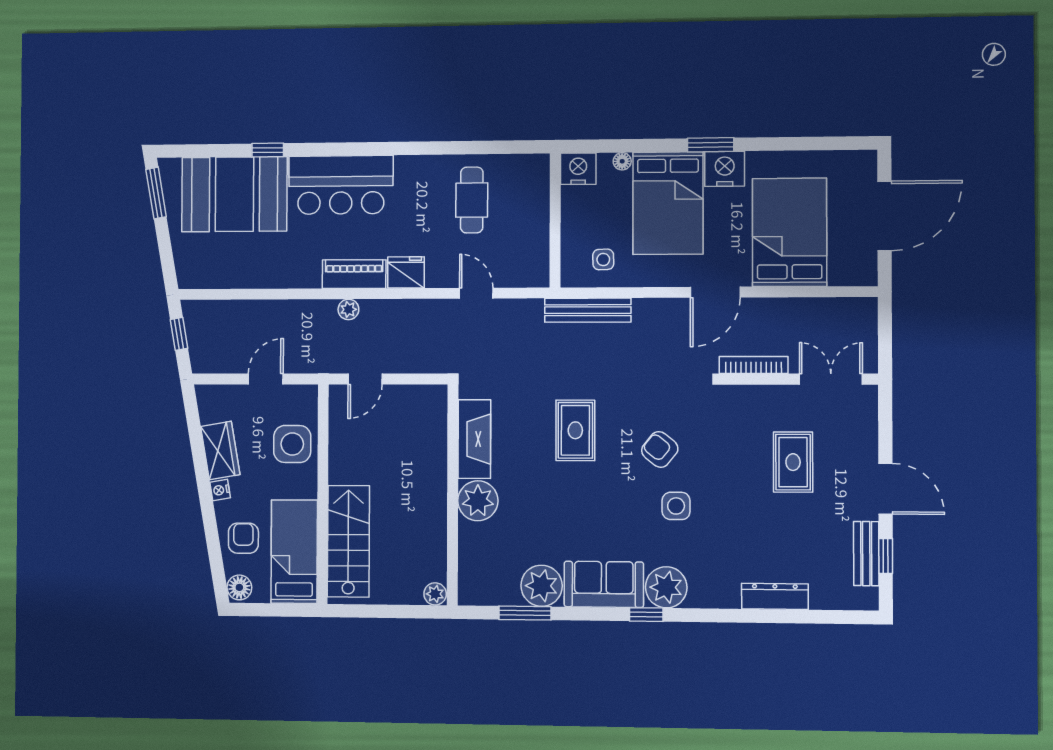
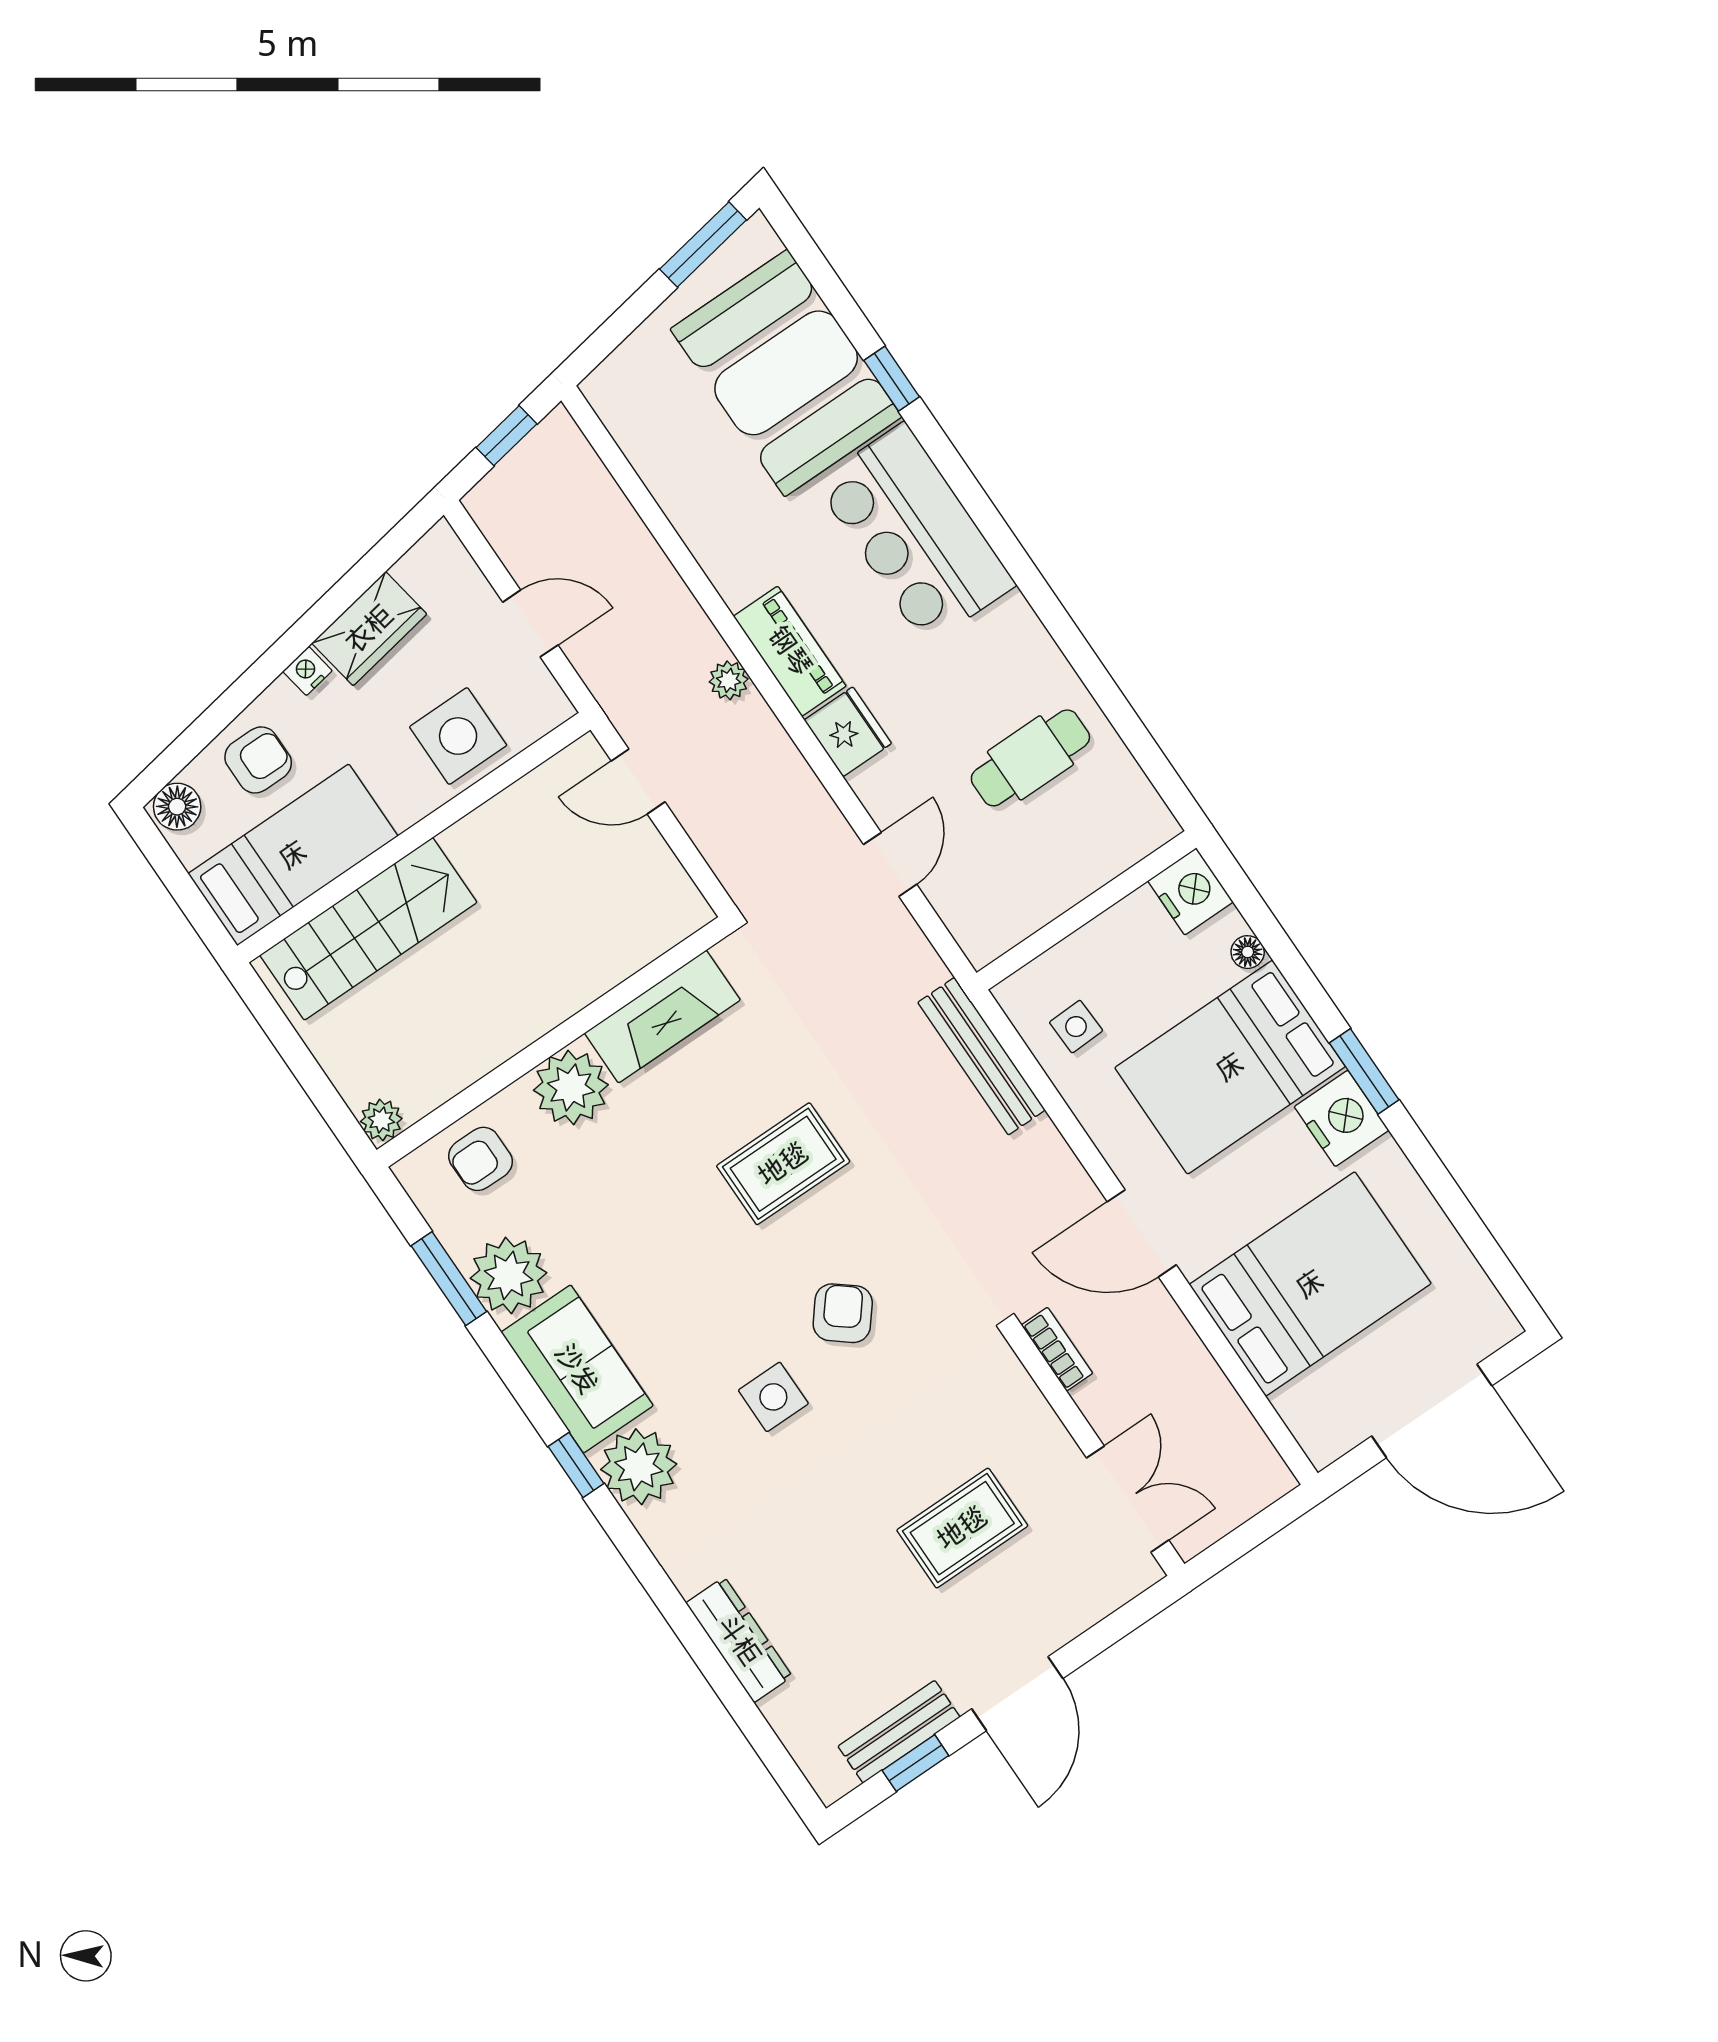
bookcase: (754, 365) -> (1057, 1349), width x0.64
armchair: (482, 562) -> (481, 1159), added

